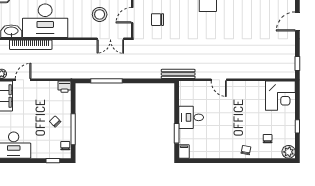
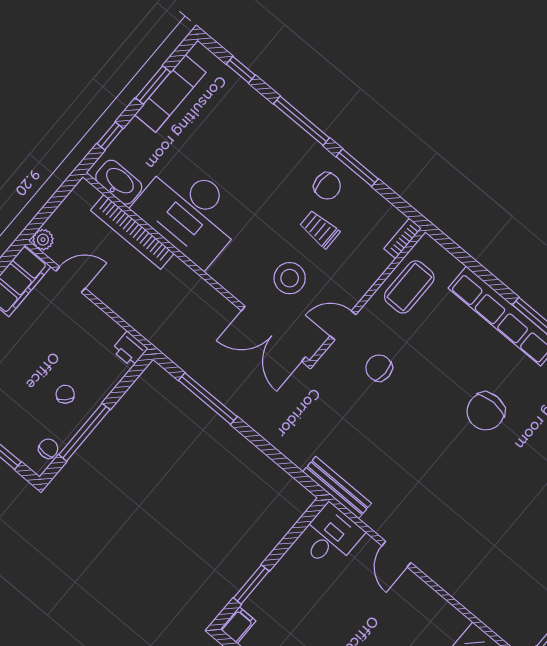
double door: (110, 39) -> (273, 334), width x1.37
desk: (191, 117) -> (330, 536), moved, turned 90

